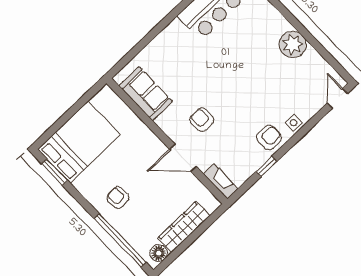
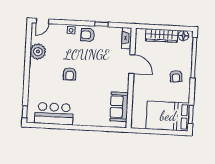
plant: (293, 45) -> (38, 52), moved
armchair: (202, 120) -> (70, 74), moved

